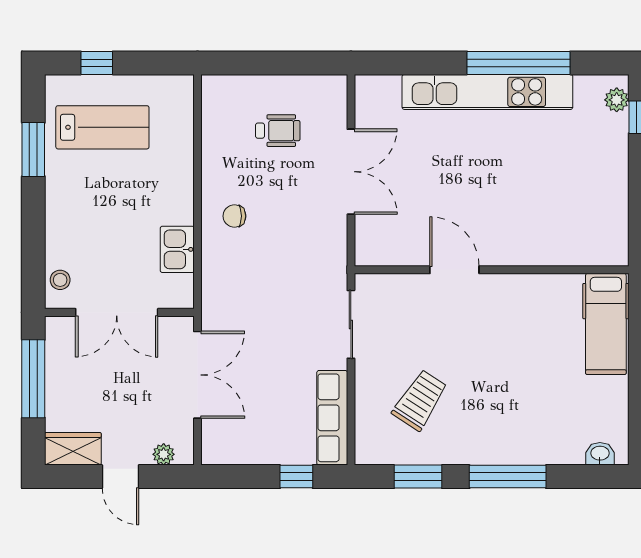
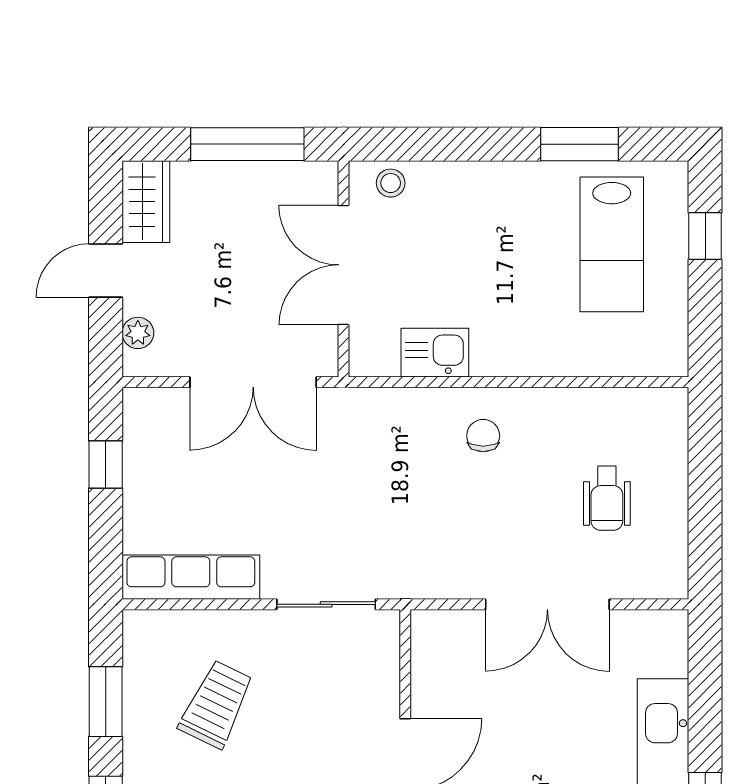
trolley: (420, 400) -> (216, 704), turned -97
window: (296, 477) -> (106, 465), moved

